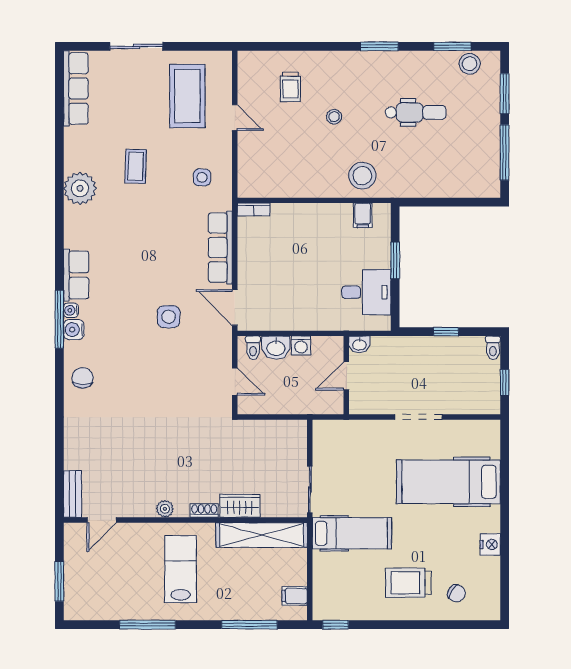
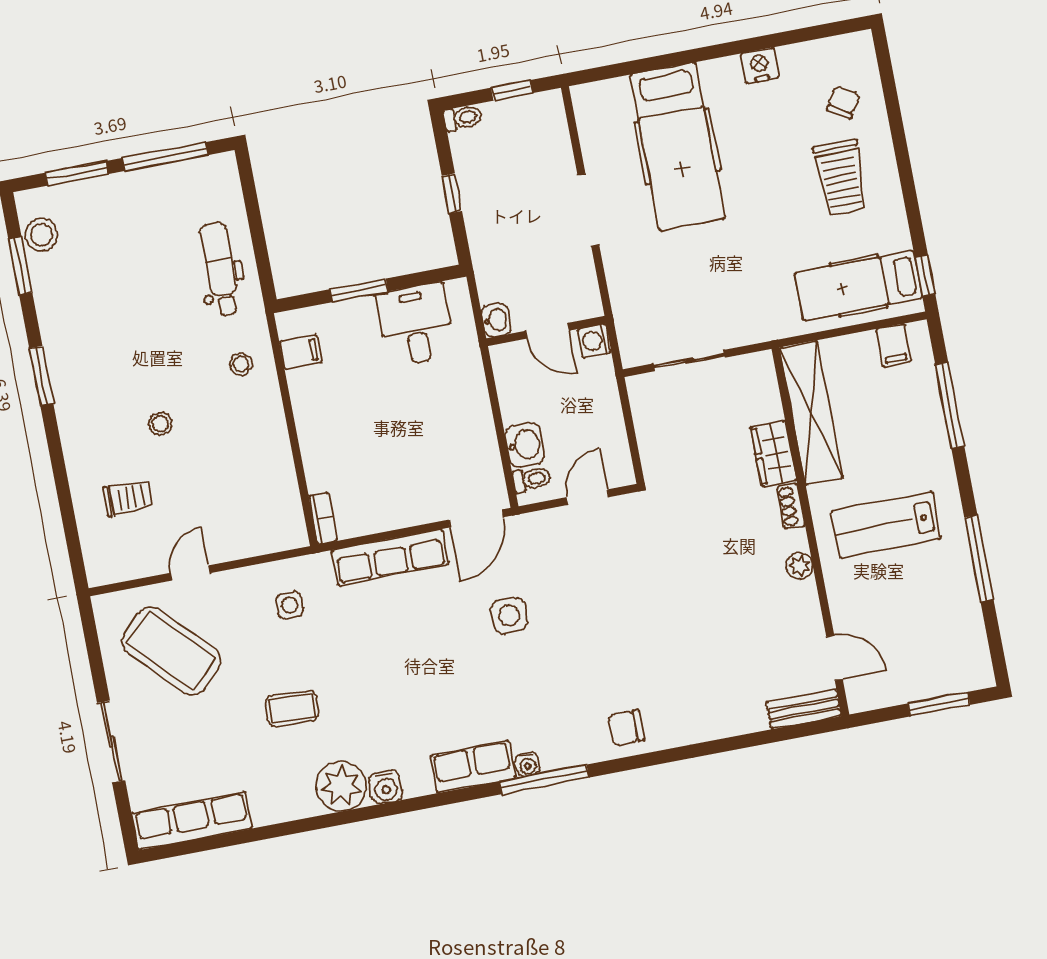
coffee table: (187, 96) -> (171, 651), turned 46
dental chair: (416, 112) -> (220, 269), moved
stool: (362, 176) -> (241, 364), width x0.53, depth x0.53
water cooler: (74, 330) -> (386, 787), moved
washing machine: (301, 345) -> (594, 341), moved, turned 180
sliding door: (310, 490) -> (689, 361), moved
hospital bed: (352, 533) -> (858, 286), moved, turned -90

